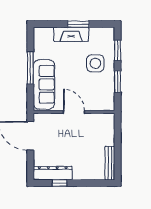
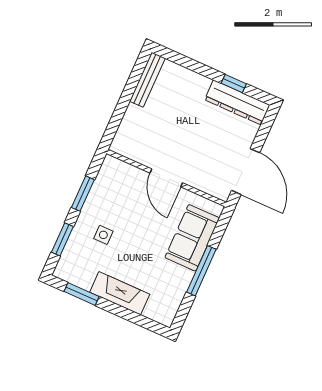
window: (78, 24) -> (82, 294), moved
side table: (95, 63) -> (103, 235), width x0.54, depth x0.54
sofa: (44, 84) -> (192, 238), width x0.73

